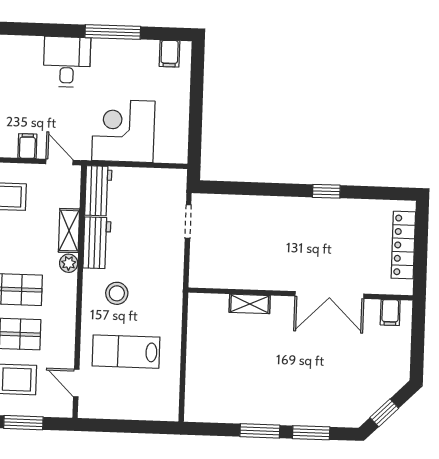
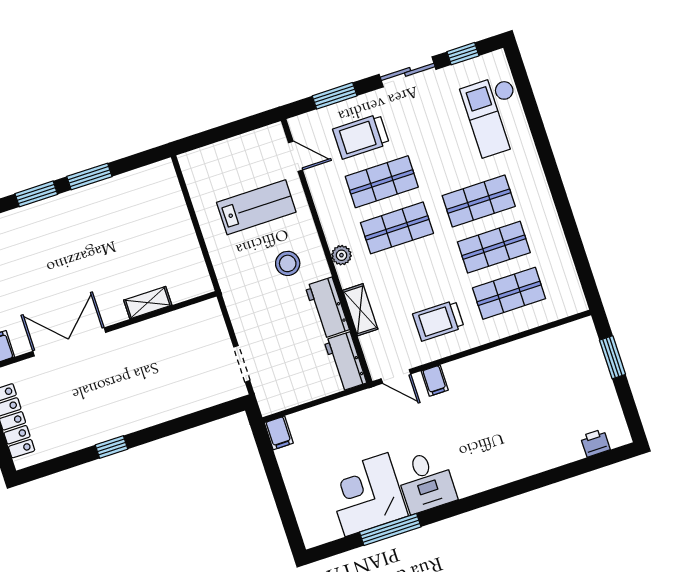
filing cabinet: (170, 54) -> (279, 433), moved, turned 180
corner desk: (123, 131) -> (366, 495), moved, turned 180
plant: (69, 263) -> (341, 255), moved

